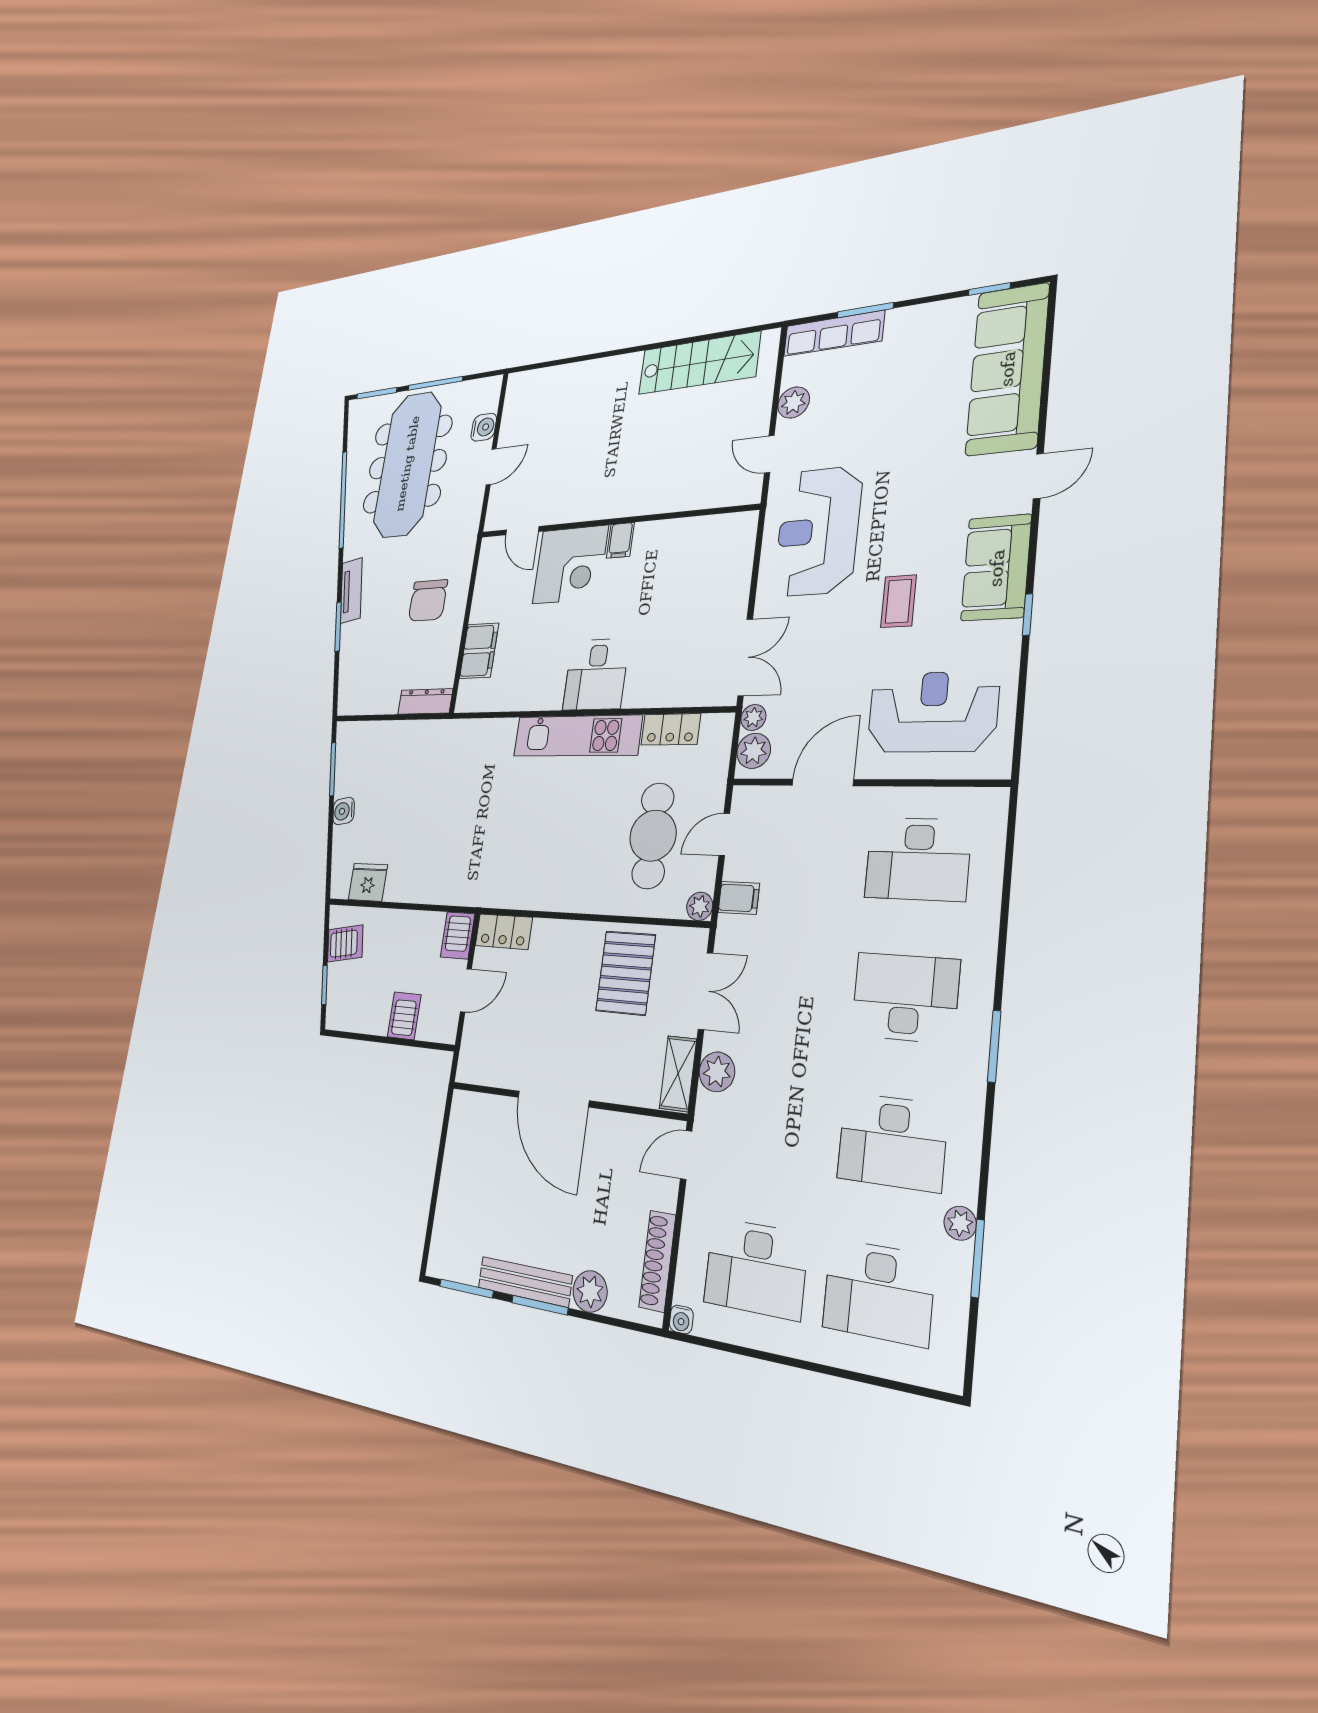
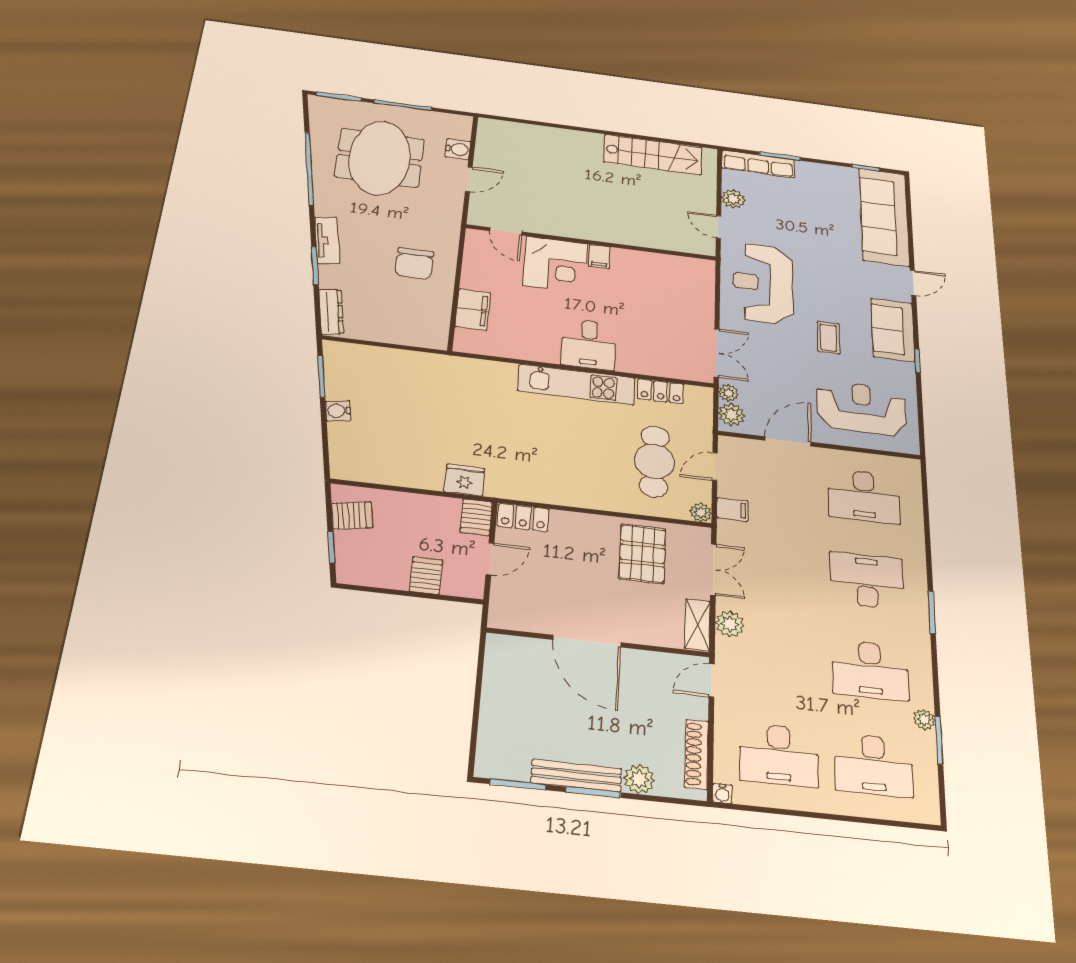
meeting table: (407, 464) -> (380, 158), width x0.73
dresser: (425, 701) -> (331, 312), moved, turned 80
fridge: (368, 882) -> (464, 480), moved

